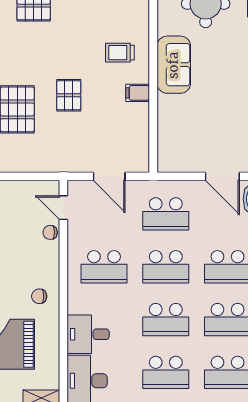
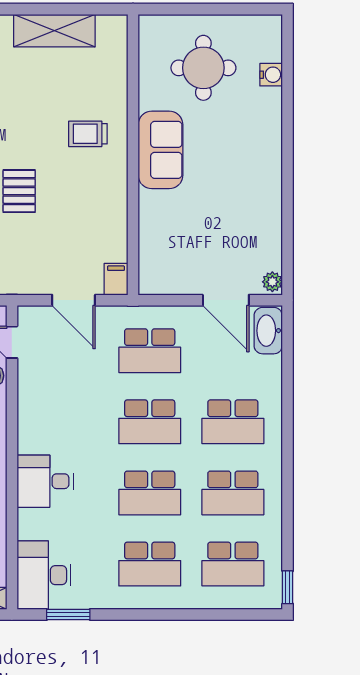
filing cabinet: (138, 93) -> (116, 279), moved, turned 90
school desk: (104, 267) -> (67, 422), removed
desk: (88, 334) -> (45, 481), moved

